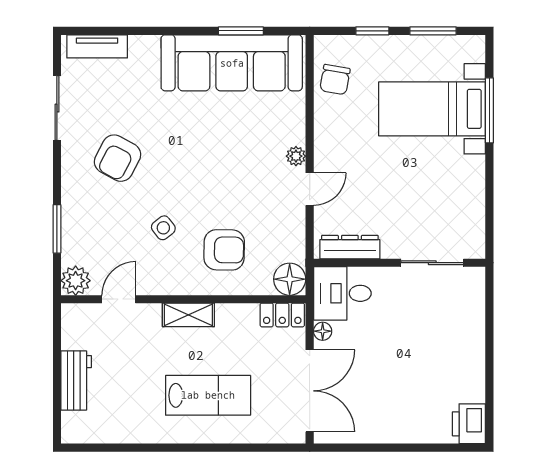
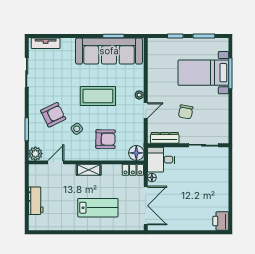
chair: (335, 80) -> (186, 112), moved
armchair: (118, 158) -> (53, 115), moved, turned -144
coffee table: (208, 158) -> (98, 96), added

